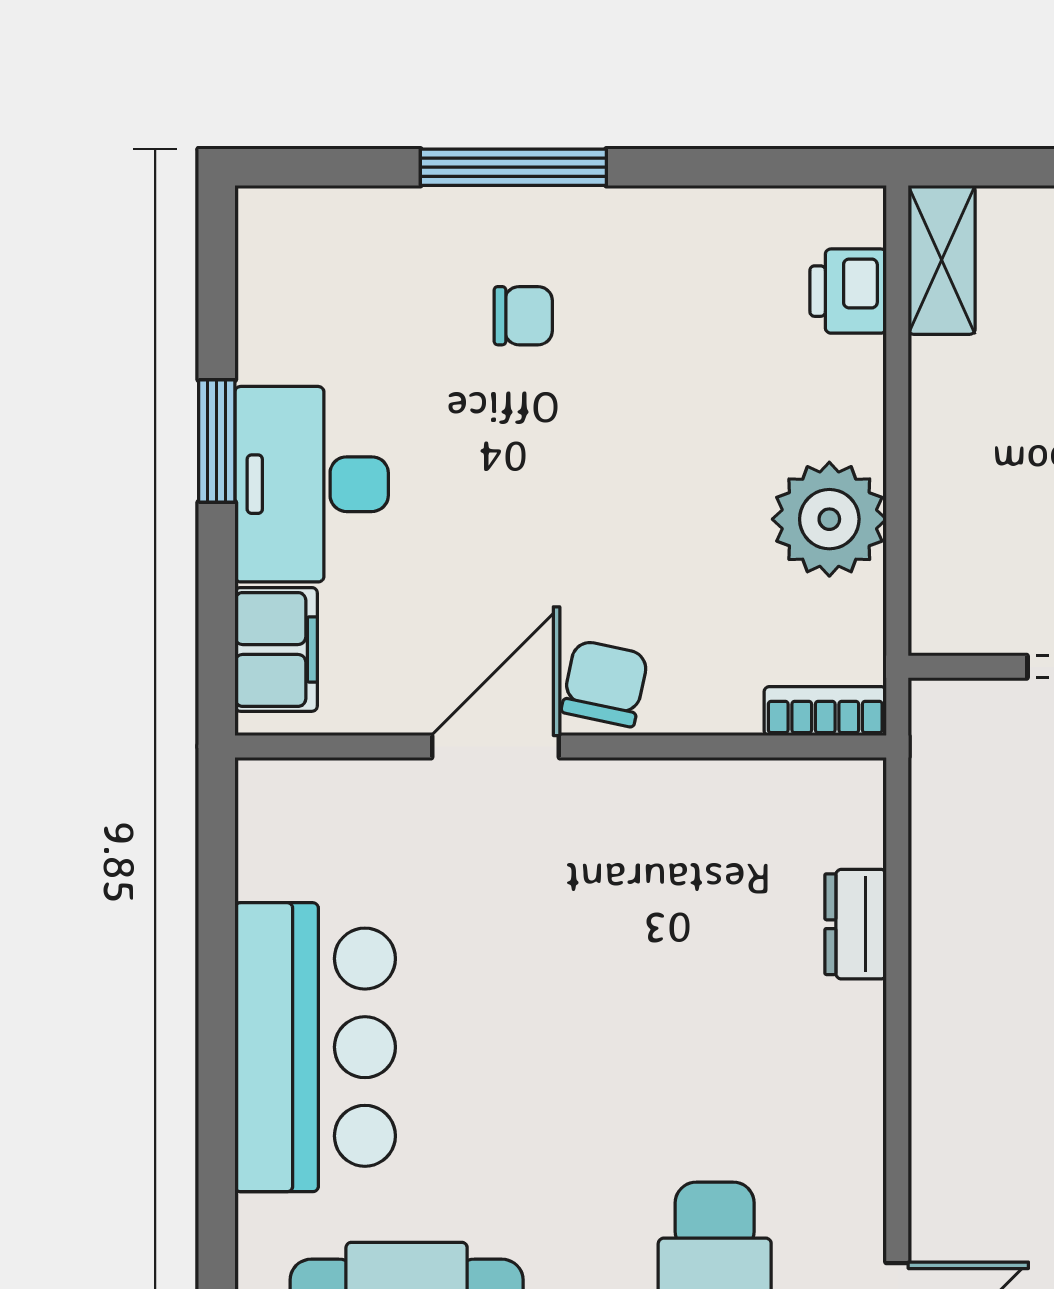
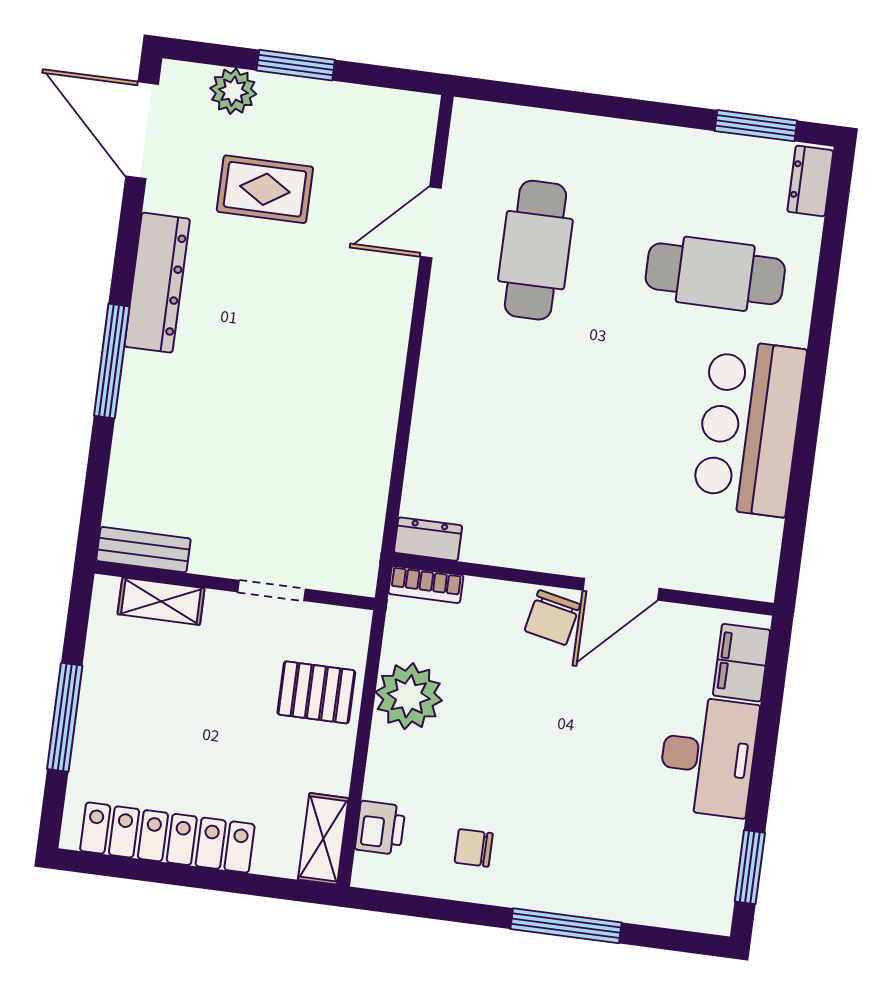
chair: (523, 316) -> (474, 848), moved
window: (217, 441) -> (750, 867), moved
pallet: (986, 505) -> (316, 692), added
dresser: (856, 924) -> (428, 539), moved, turned -90

